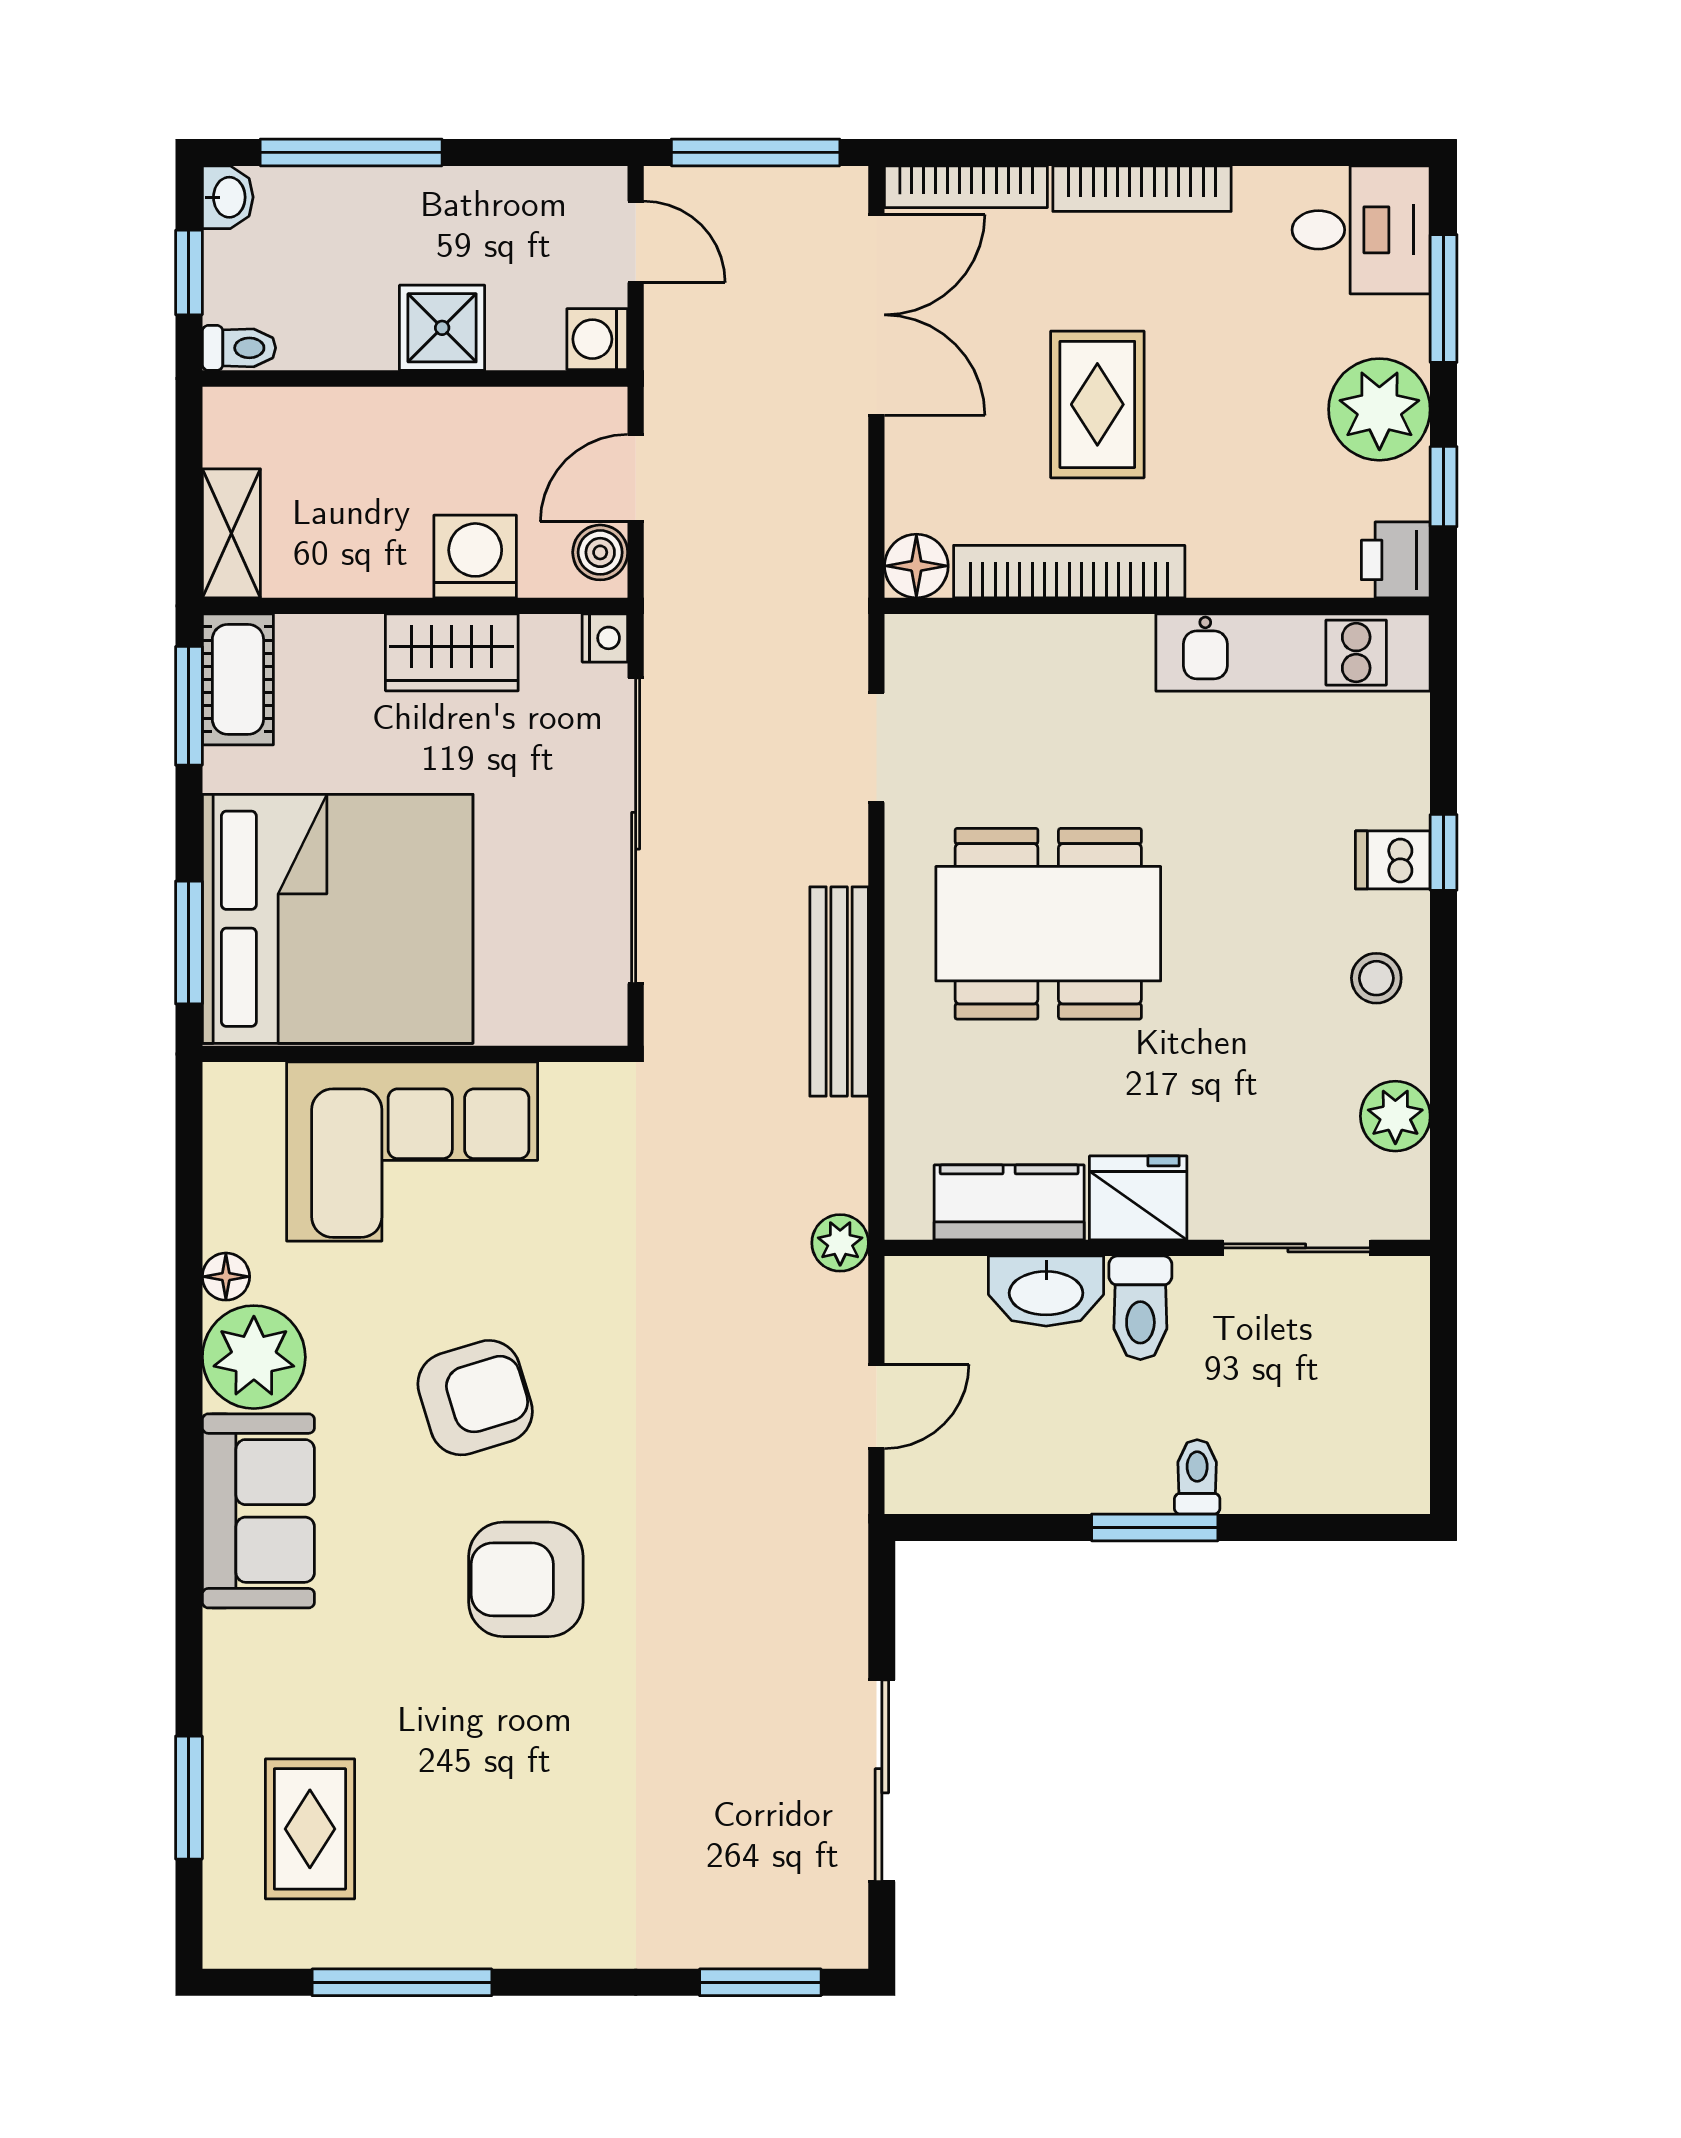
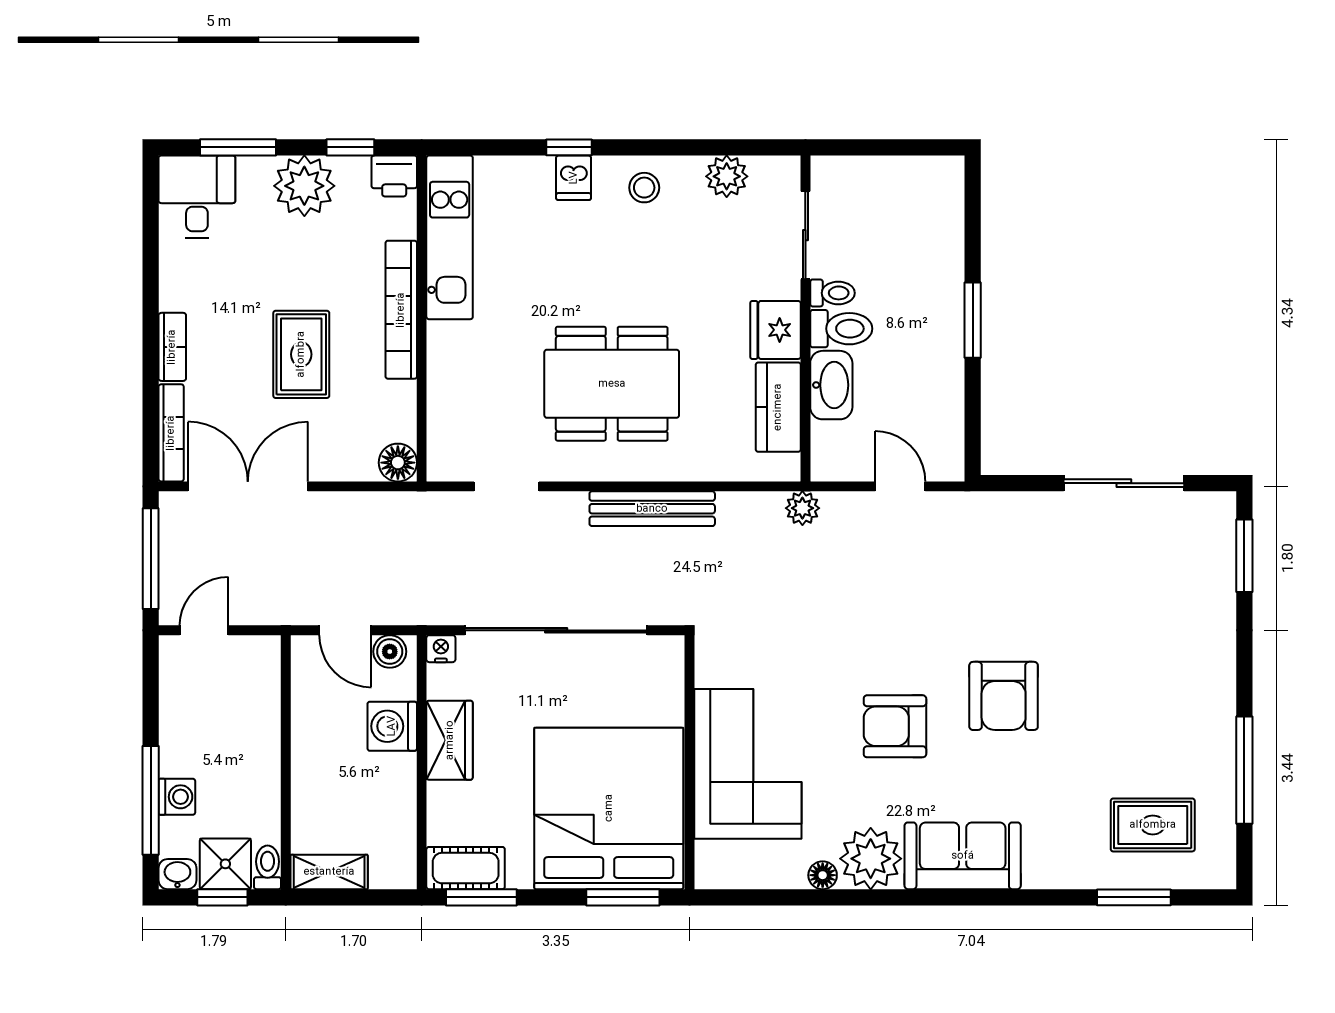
bookcase: (1142, 189) -> (172, 347), width x0.64
shower: (442, 328) -> (225, 864), moved
washing machine: (597, 339) -> (177, 797), moved, turned -90
rug: (1097, 404) -> (301, 354), turned 90
shelving: (231, 533) -> (329, 872), moved
bookcase: (1069, 572) -> (401, 310), moved
dining table: (1048, 924) -> (612, 384), turned 90
armchair: (475, 1398) -> (895, 726), turned -73
toilet: (1197, 1477) -> (832, 293), moved, turned 180

